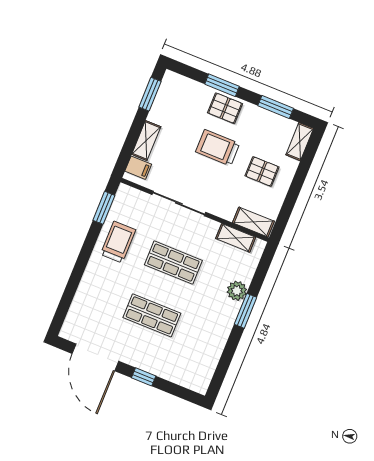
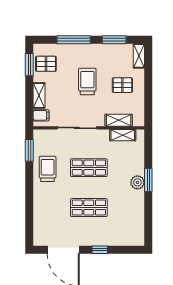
window: (222, 85) -> (74, 40), width x1.44
pallet: (225, 108) -> (46, 64), moved
trolley: (218, 148) -> (87, 81), turned 90
shelving: (253, 222) -> (119, 120), moved
plant: (237, 291) -> (137, 182), moved

